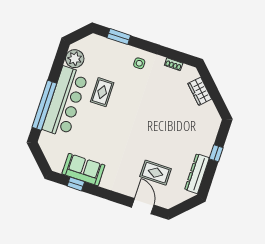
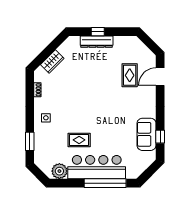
dresser: (197, 174) -> (97, 42), moved

